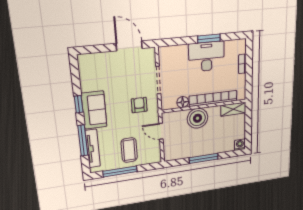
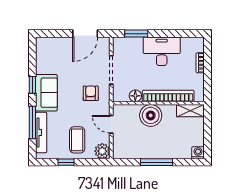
window: (209, 39) -> (136, 34), moved
door: (129, 46) -> (85, 34), swing flipped
plant: (154, 156) -> (102, 151), added
window: (120, 171) -> (66, 162), width x0.46

